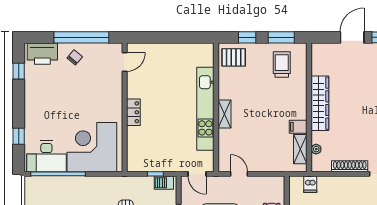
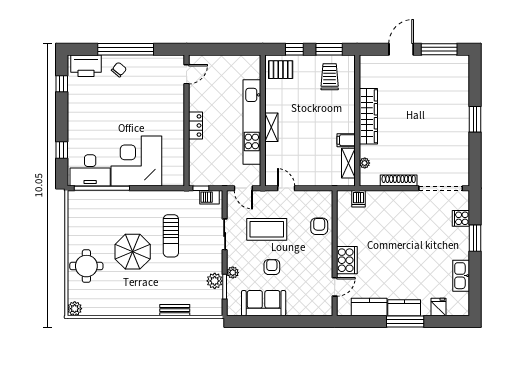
door: (125, 62) -> (187, 74), moved
wall: (125, 107) -> (187, 121), moved
locker: (133, 112) -> (196, 125), moved

